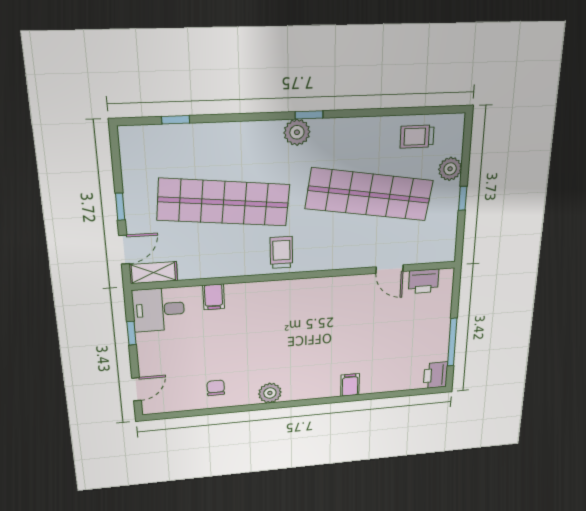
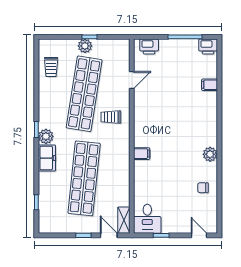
freezer: (258, 136) -> (47, 158), added
plant: (450, 169) -> (85, 46), moved
trolley: (281, 252) -> (111, 117), moved
printer: (424, 281) -> (149, 46), moved, turned 90
filing cabinet: (214, 297) -> (142, 154), moved
filing cabinet: (350, 385) -> (210, 85), moved

